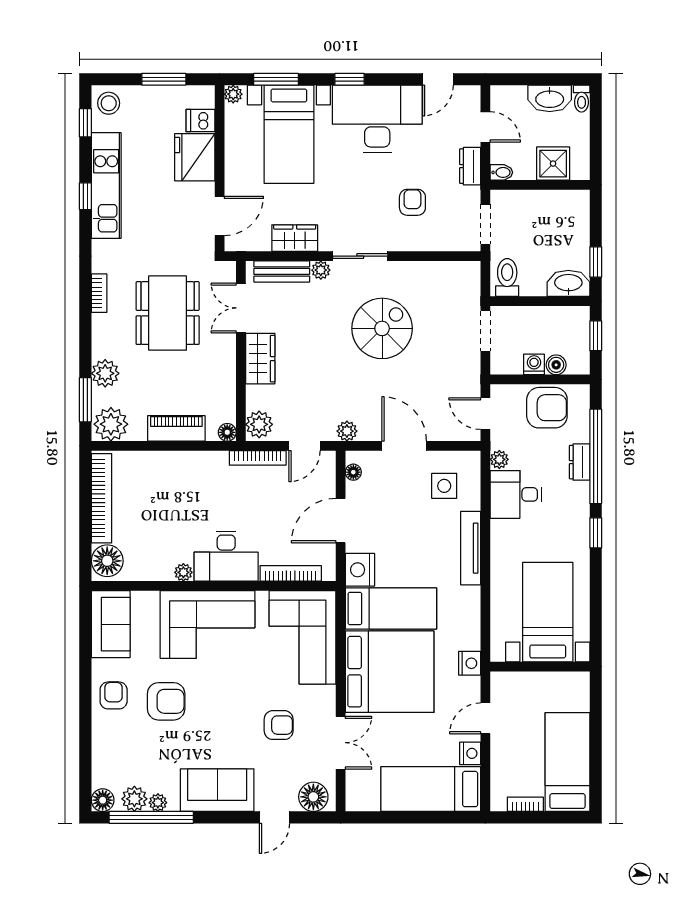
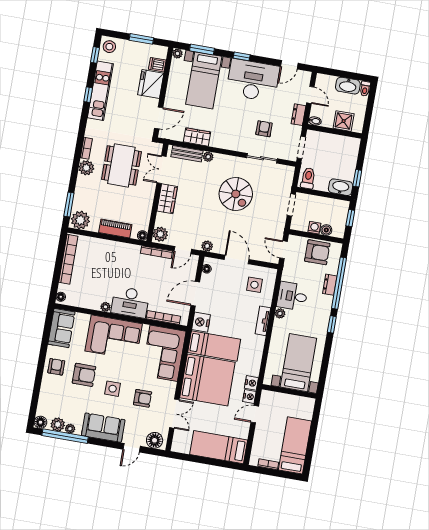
sliding door: (360, 256) -> (262, 158), moved
spiral stairs: (382, 328) -> (236, 194), turned 90
plant: (105, 373) -> (86, 168), moved
plant: (499, 459) -> (280, 313), moved
tv unit: (471, 548) -> (263, 321), width x0.71
floor lamp: (107, 561) -> (61, 297), width x0.53, depth x0.53
side table: (222, 717) -> (113, 389), added
nightstand: (470, 753) -> (249, 397), moved

